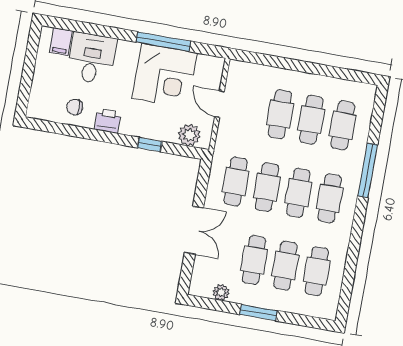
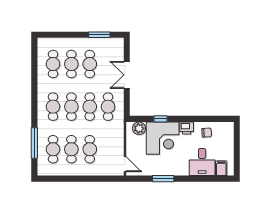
window: (163, 42) -> (163, 179), width x0.69
corner desk: (165, 76) -> (163, 138), moved, turned 180
door: (219, 104) -> (125, 164), moved
window: (368, 170) -> (34, 143), moved
plant: (221, 292) -> (105, 42), removed
window: (258, 313) -> (99, 35), moved

